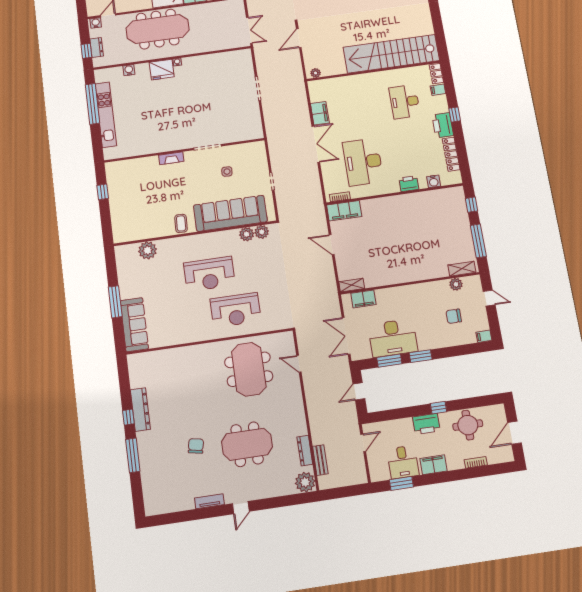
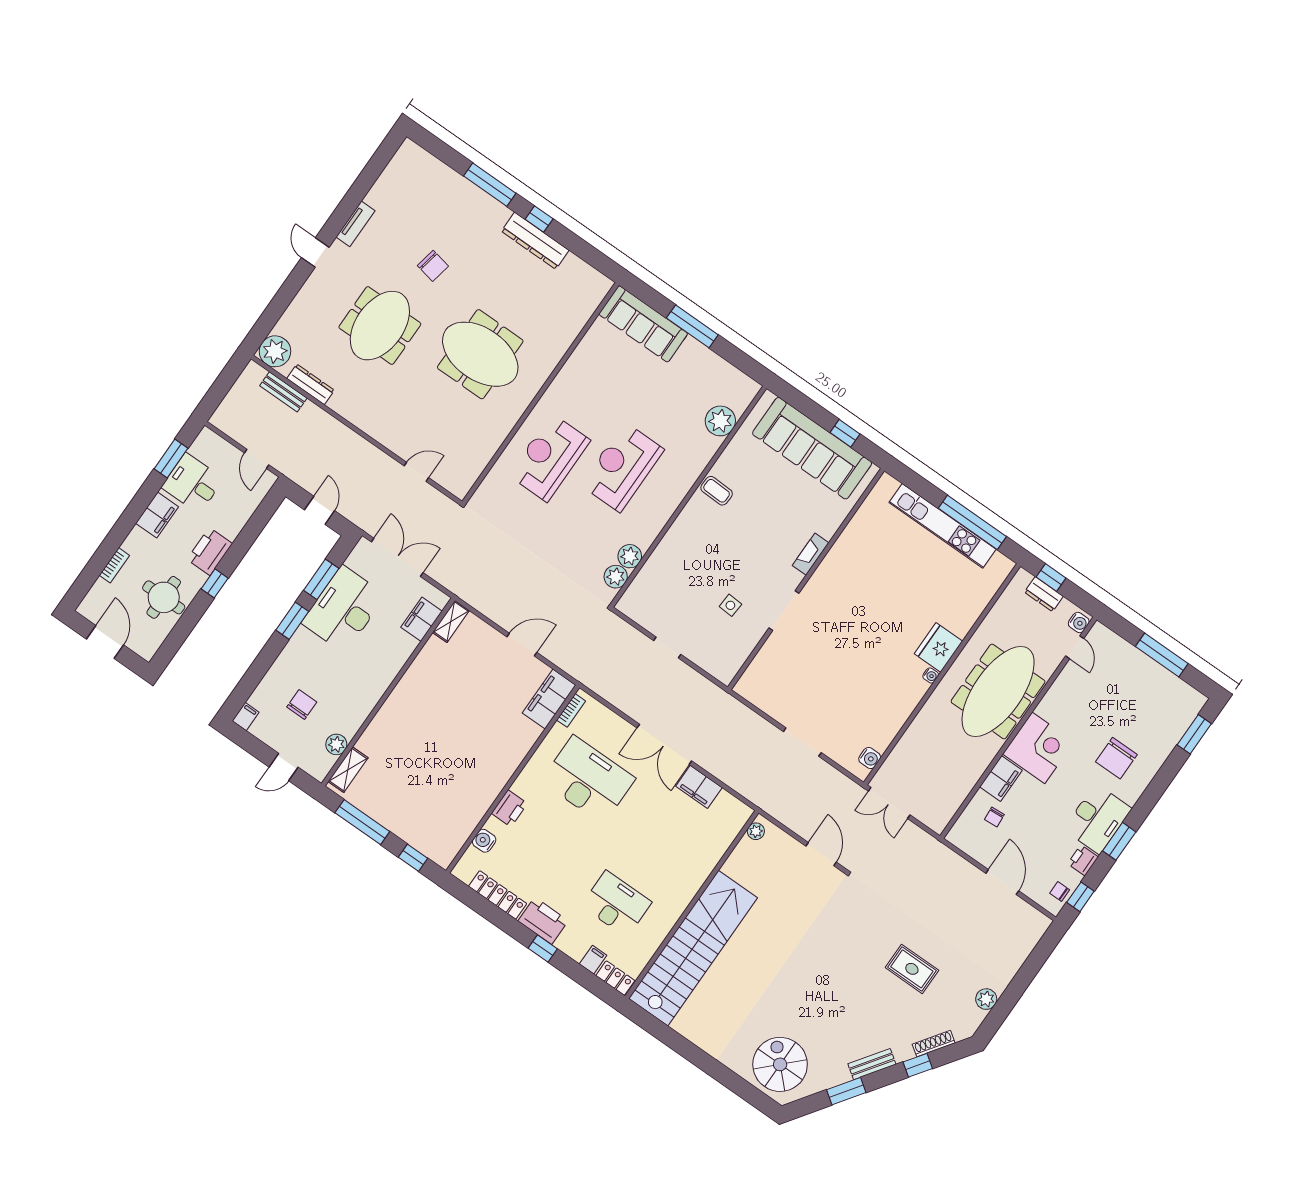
water cooler: (129, 70) -> (870, 758), moved
sofa: (230, 213) -> (812, 448), moved, turned 90
meeting table: (249, 369) -> (480, 354), moved

